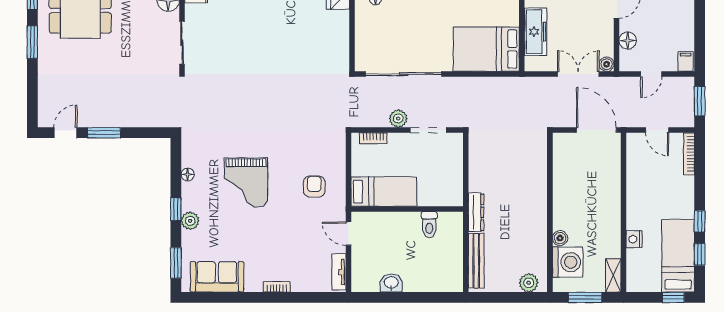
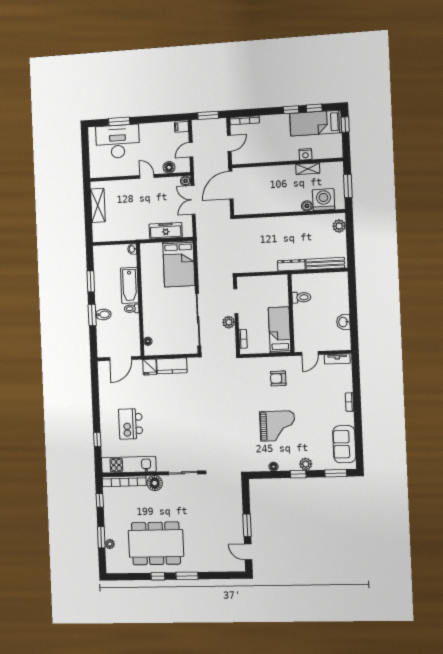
kitchen counter: (338, 33) -> (172, 366), added
door: (651, 74) -> (191, 150), swing flipped
shelving: (613, 275) -> (308, 169), moved

